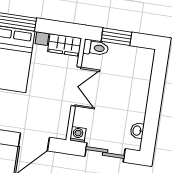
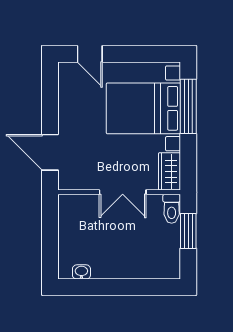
washing machine: (78, 134) -> (66, 203), removed
sliding door: (105, 153) -> (50, 238), removed

